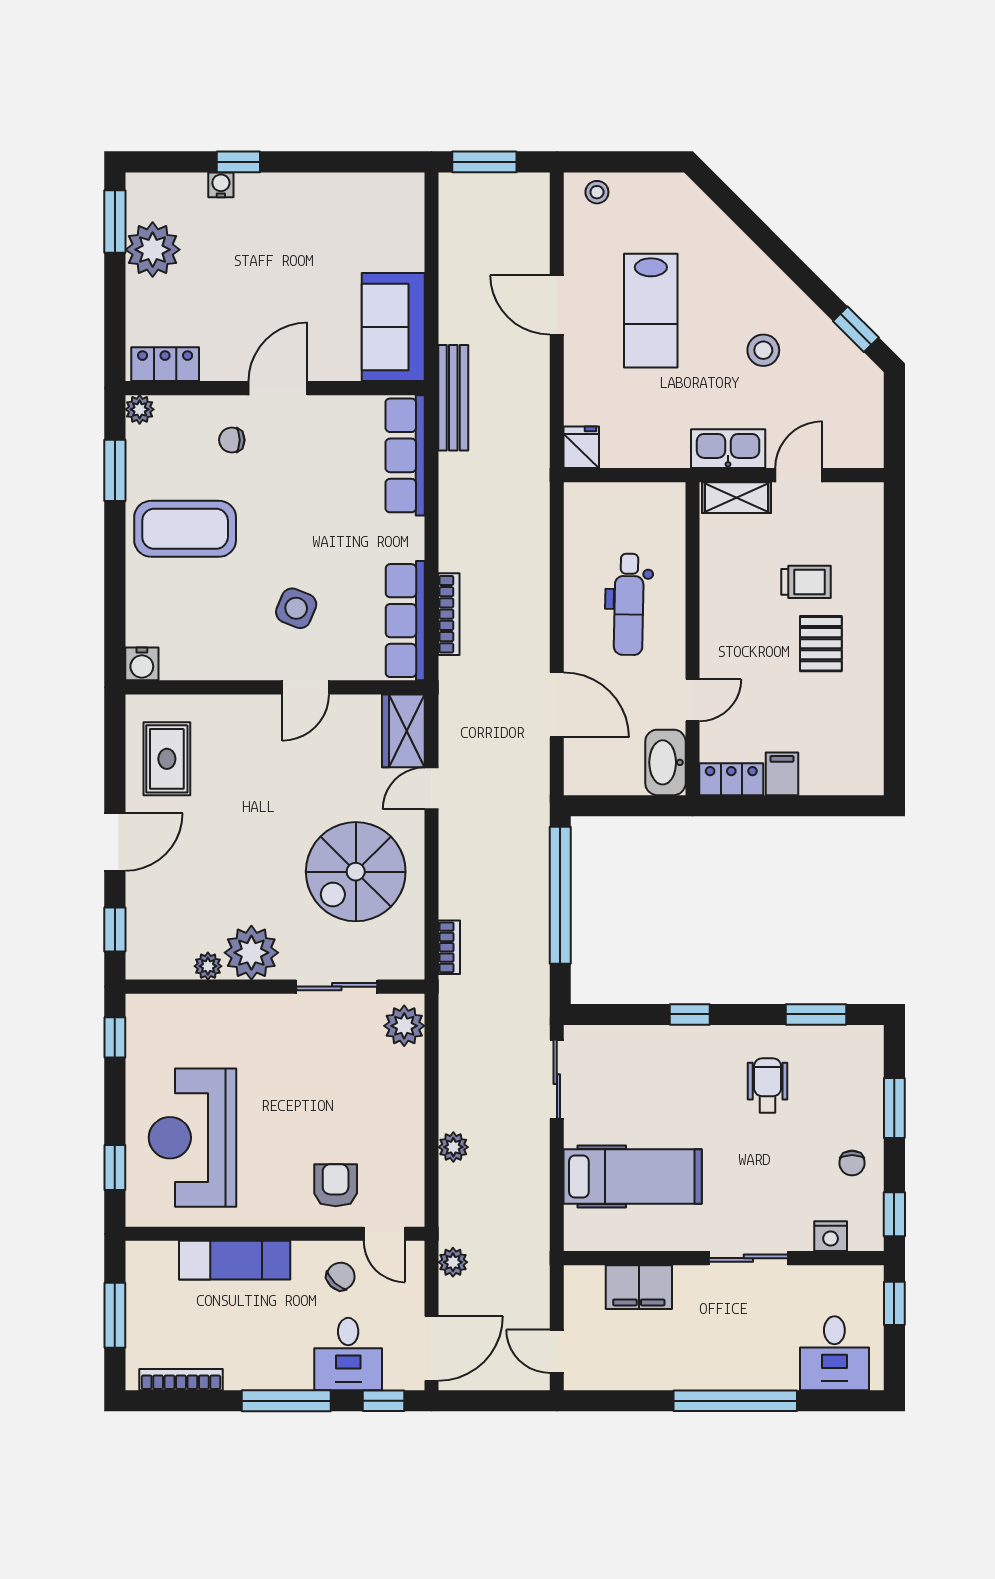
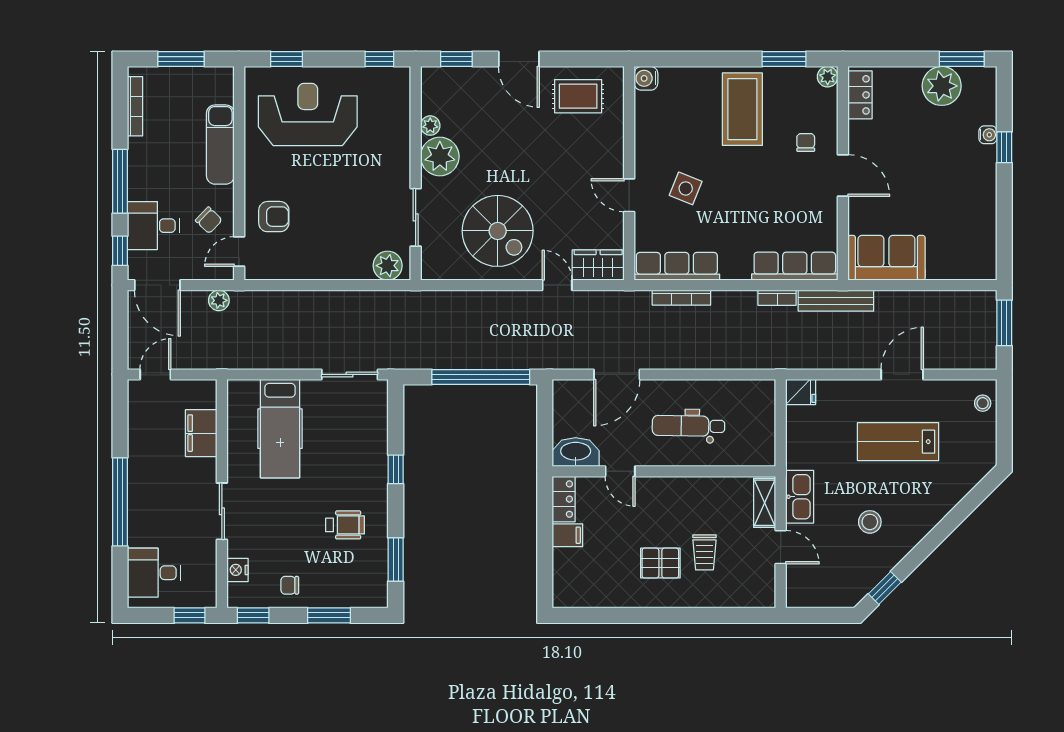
spiral stairs: (356, 872) -> (498, 231), turned 180
bookcase: (449, 947) -> (777, 298), moved
plant: (453, 1147) -> (301, 301), removed

